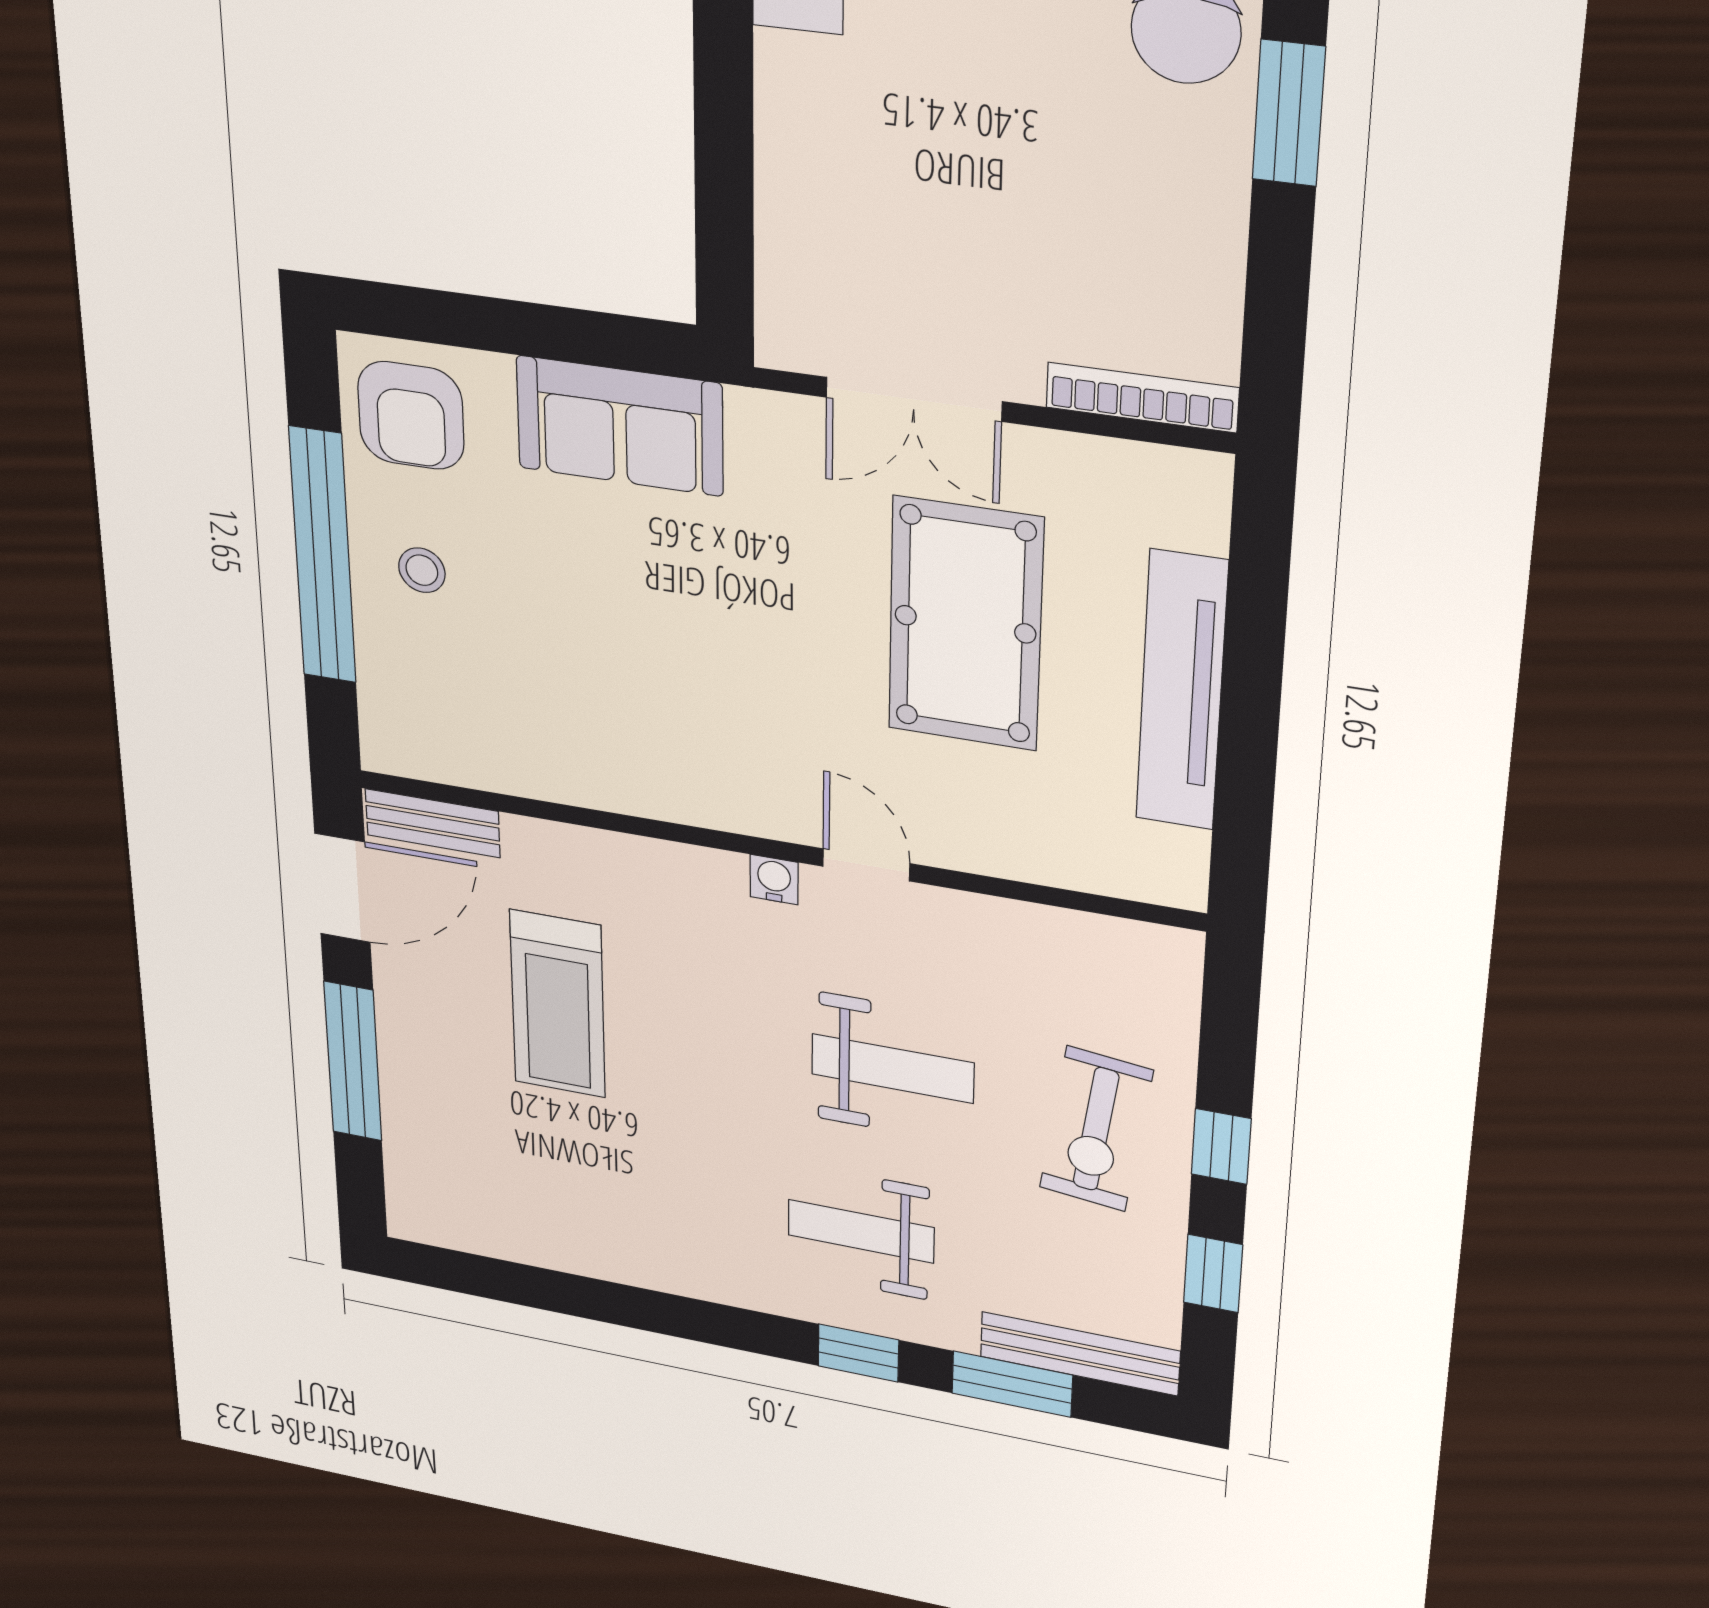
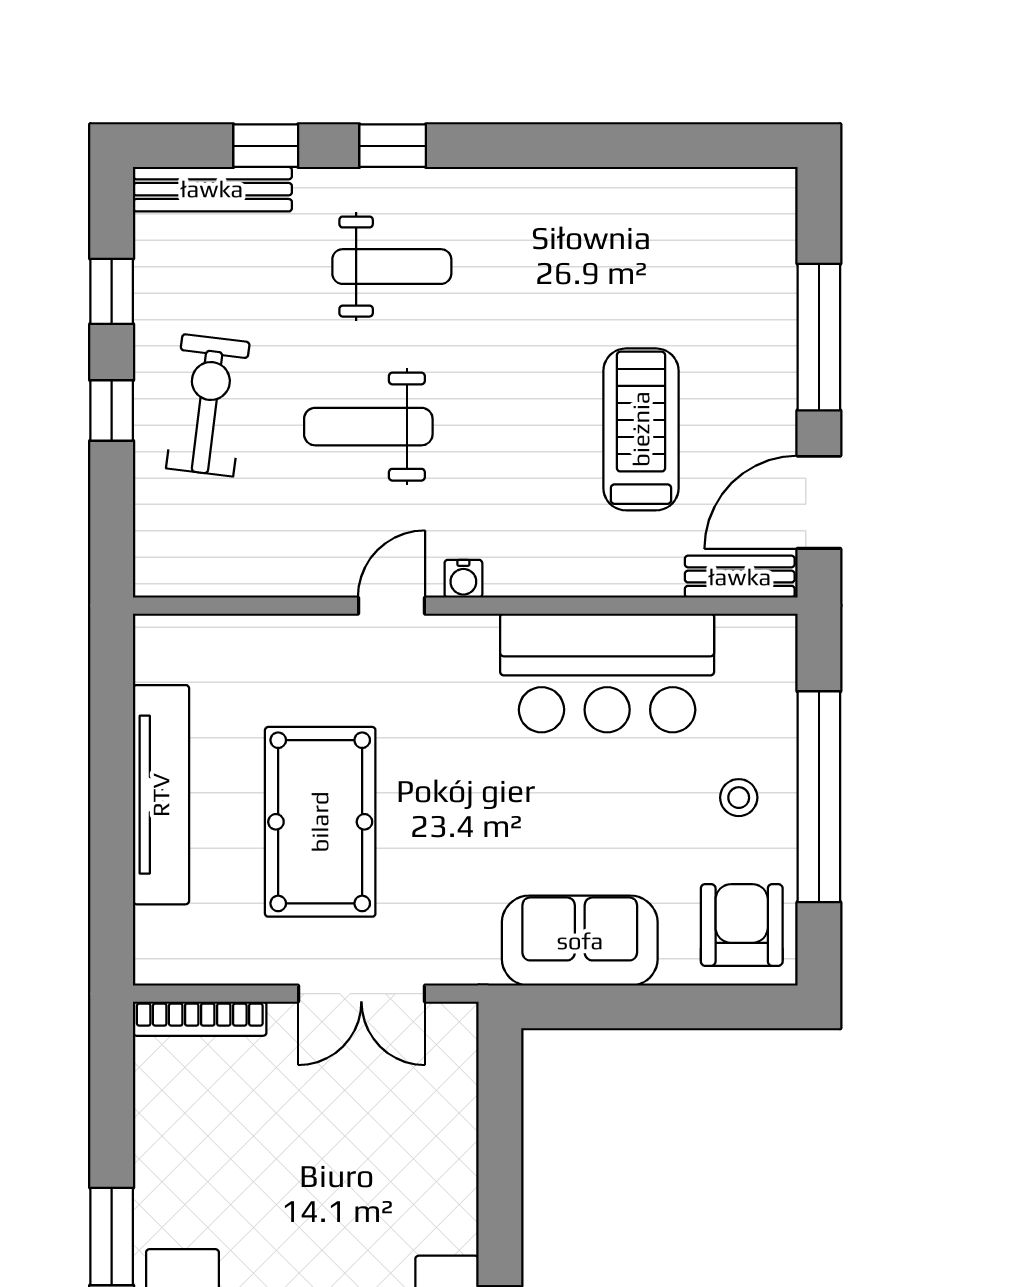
double door: (914, 399) -> (361, 994), swing flipped
bar counter: (592, 742) -> (607, 673), added
door: (866, 865) -> (391, 606), swing flipped
window: (1012, 1384) -> (266, 146), width x0.67

